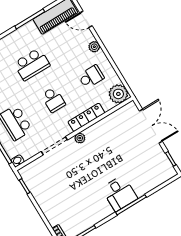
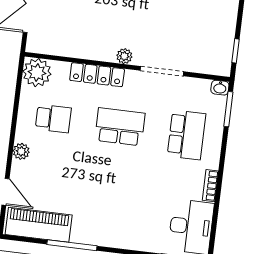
school desk: (32, 64) -> (112, 189), removed
school desk: (91, 77) -> (53, 119), turned 180
school desk: (53, 100) -> (120, 127), width x1.85

